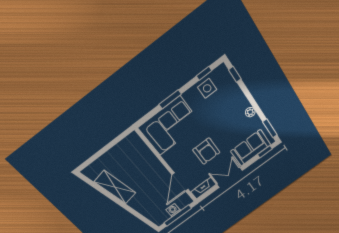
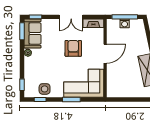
sofa: (251, 148) -> (32, 33), moved, turned -90
door: (180, 182) -> (105, 54), moved

